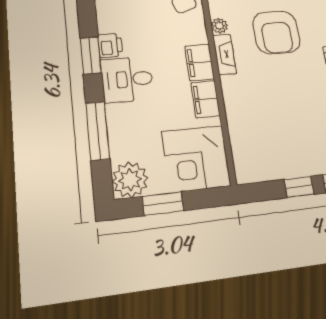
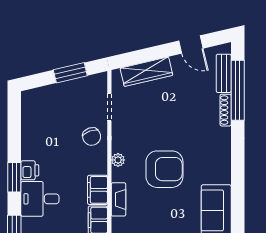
armchair: (276, 32) -> (164, 169), turned -90
fireplace: (225, 54) -> (118, 199), moved

